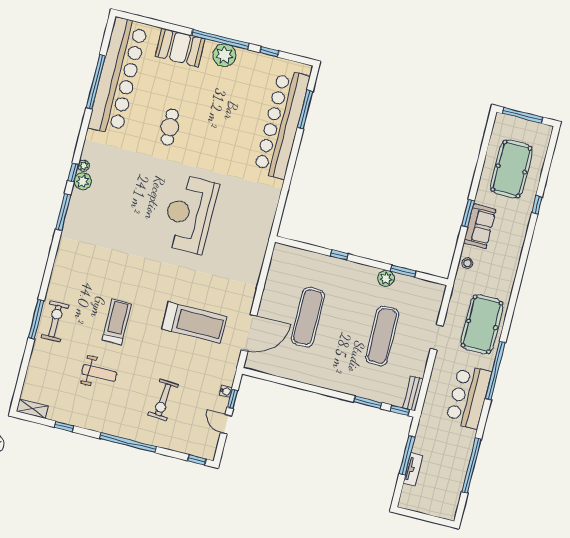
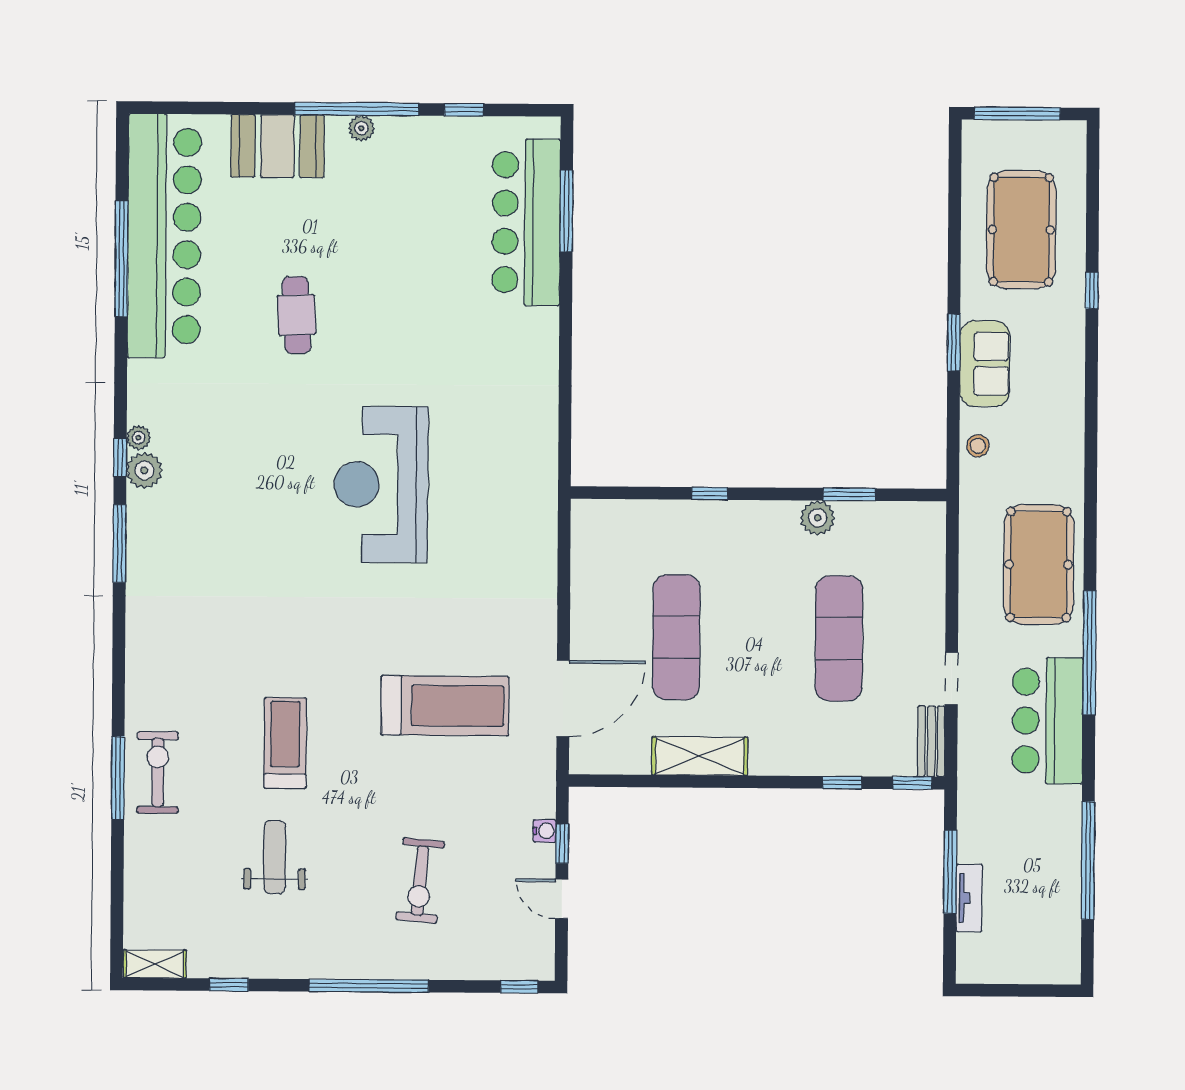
plant: (224, 55) -> (361, 128), width x0.53, depth x0.53
bar counter: (282, 124) -> (526, 222), width x0.73
doorway: (437, 337) -> (951, 678), moved
weight bench: (99, 373) -> (275, 857), turned -90
shelving: (305, 374) -> (700, 756), added
window: (368, 402) -> (842, 782), width x0.67

